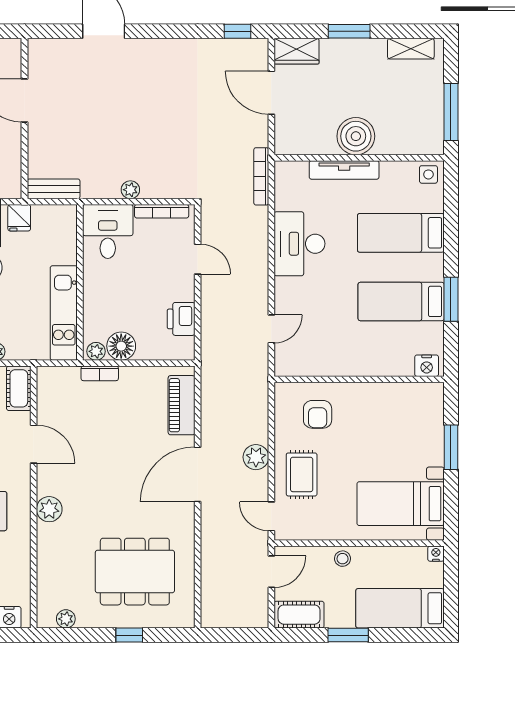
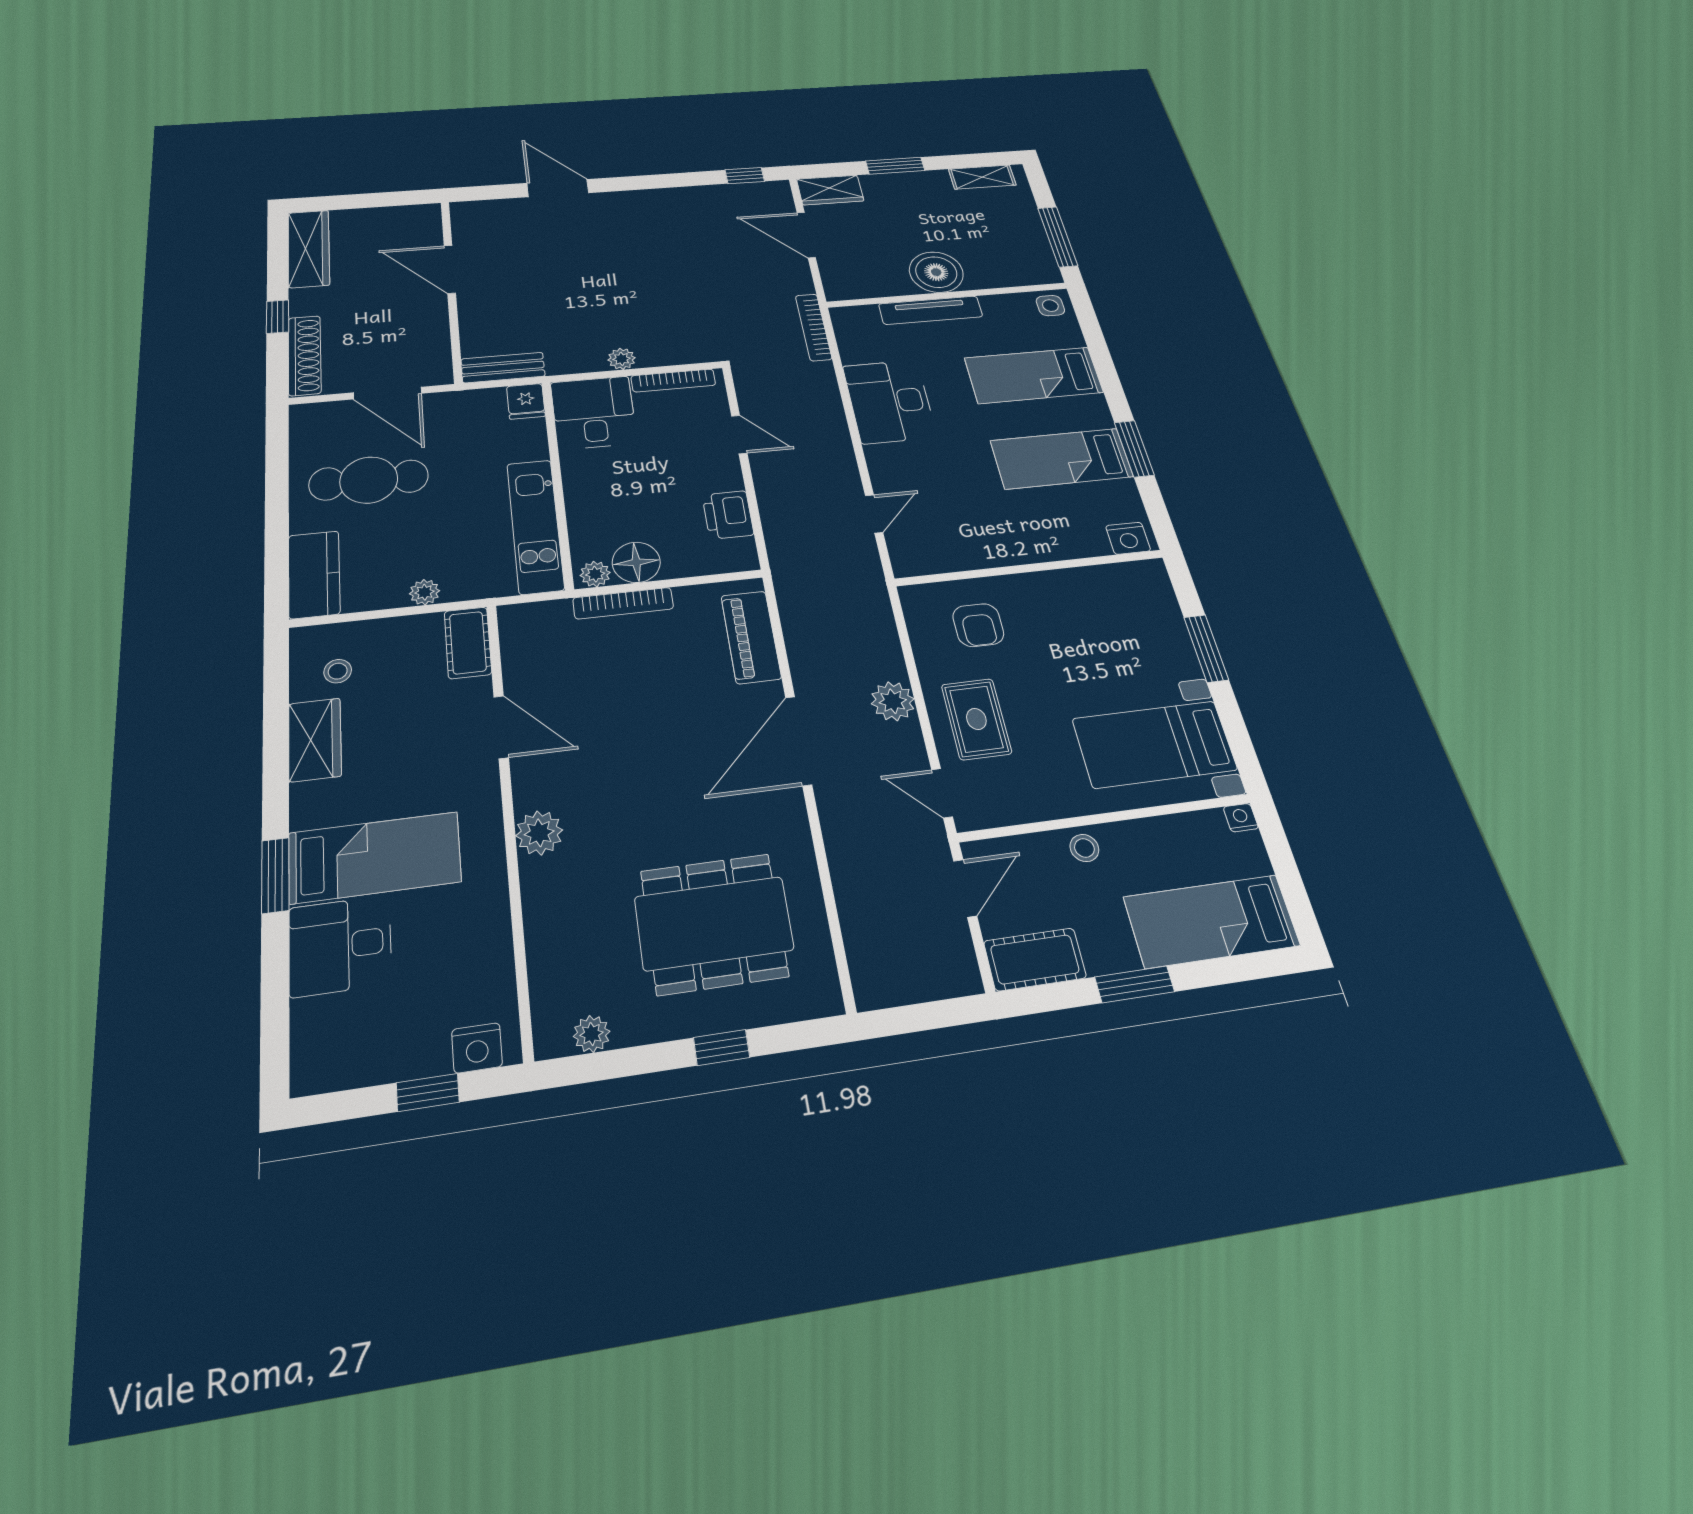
fridge: (19, 218) -> (526, 401), moved
bookcase: (100, 373) -> (623, 603), width x1.56

